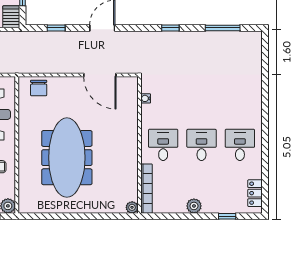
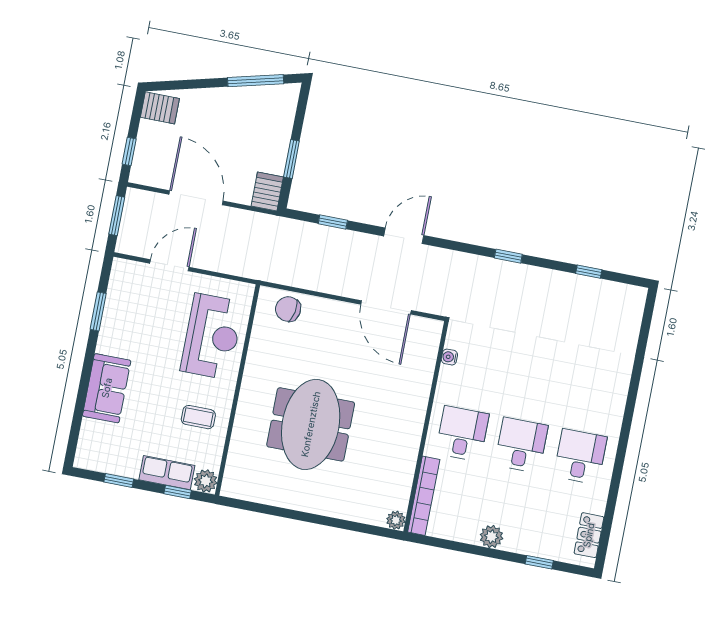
window: (223, 28) -> (589, 272), width x0.46
chair: (39, 88) -> (288, 309), turned 100
meeting table: (67, 158) -> (311, 424), width x0.73

